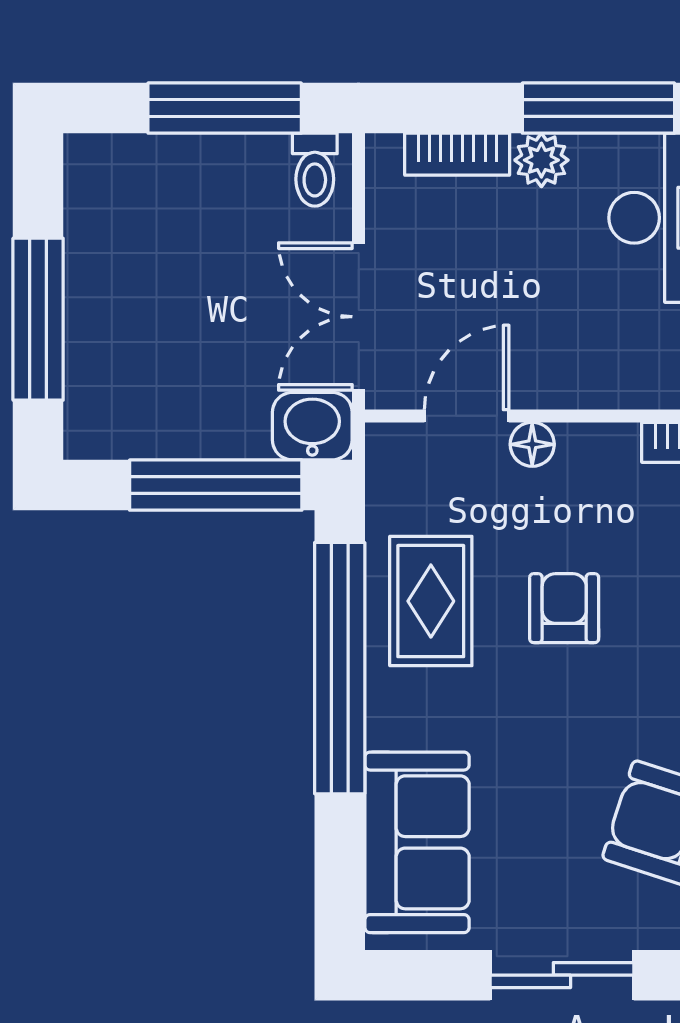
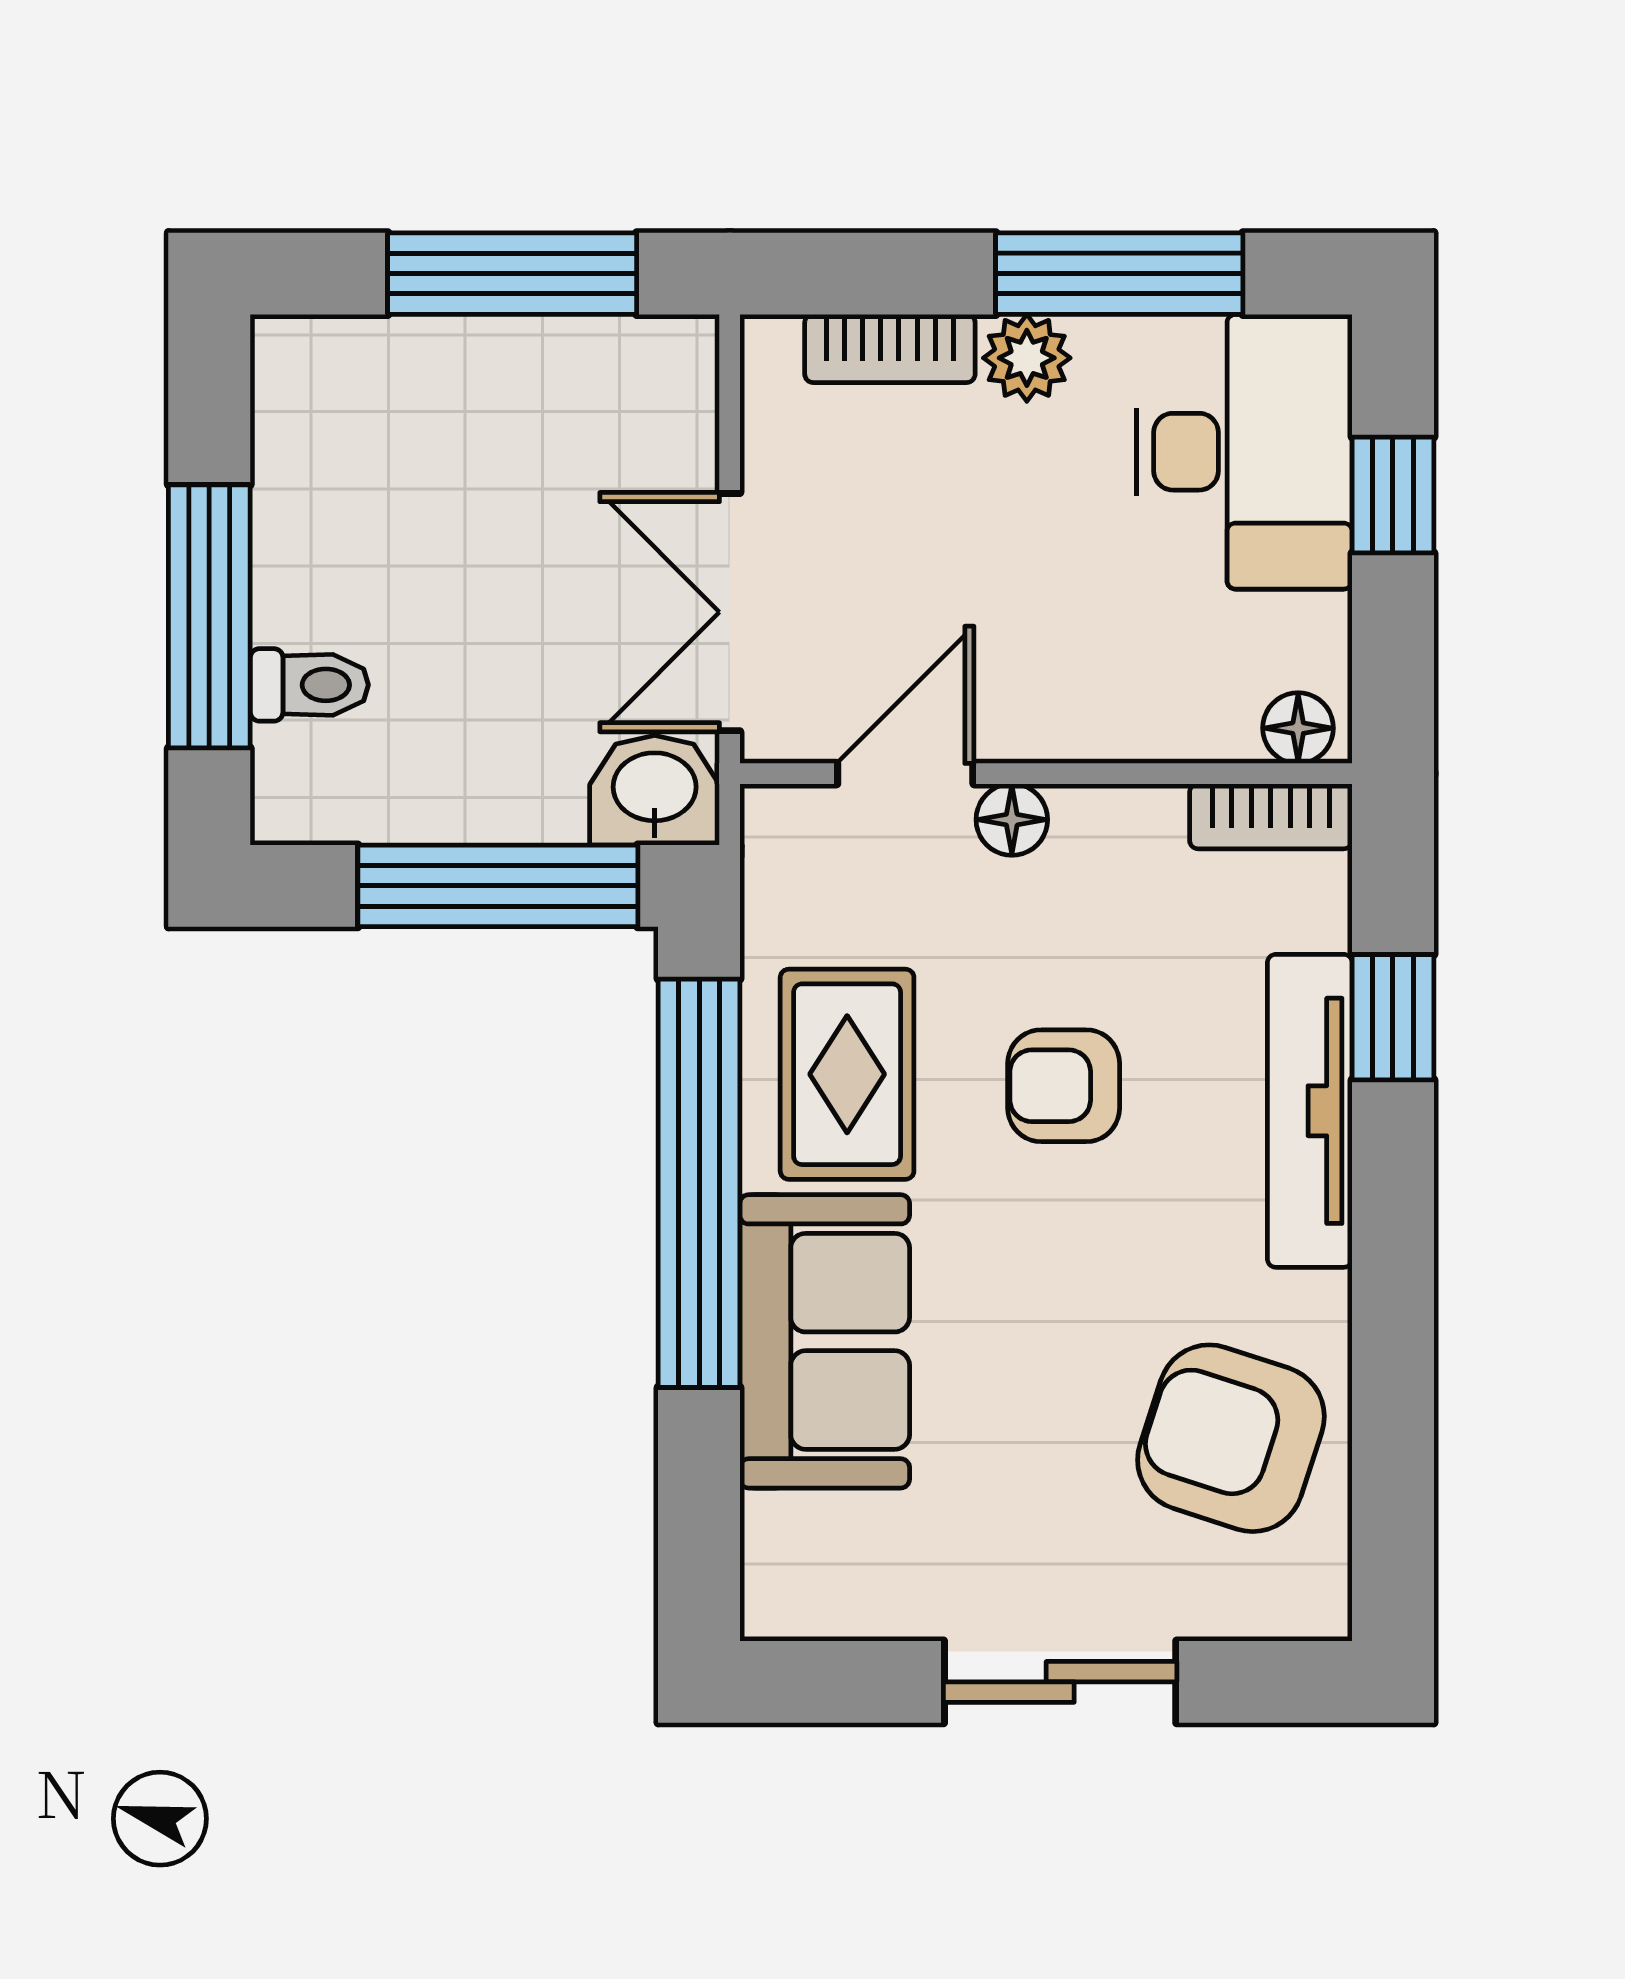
toilet: (315, 170) -> (309, 685), moved, turned -90
armchair: (564, 608) -> (1064, 1086), turned -90
sofa: (417, 842) -> (825, 1341), moved

